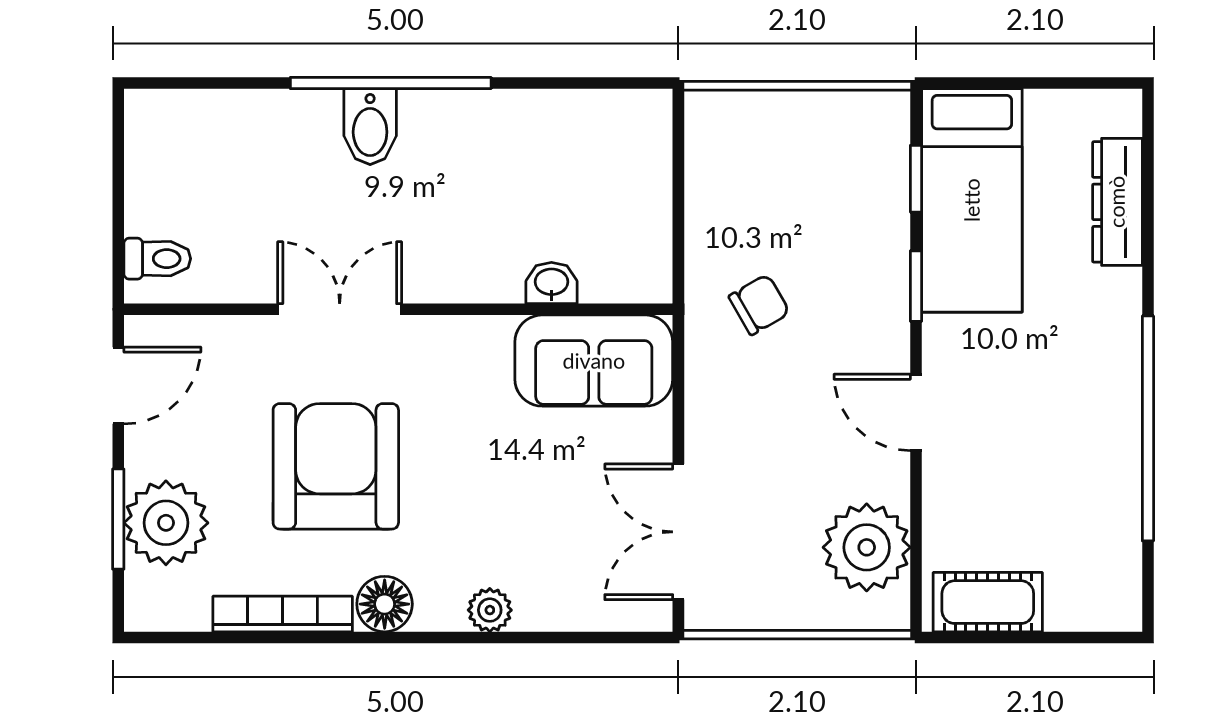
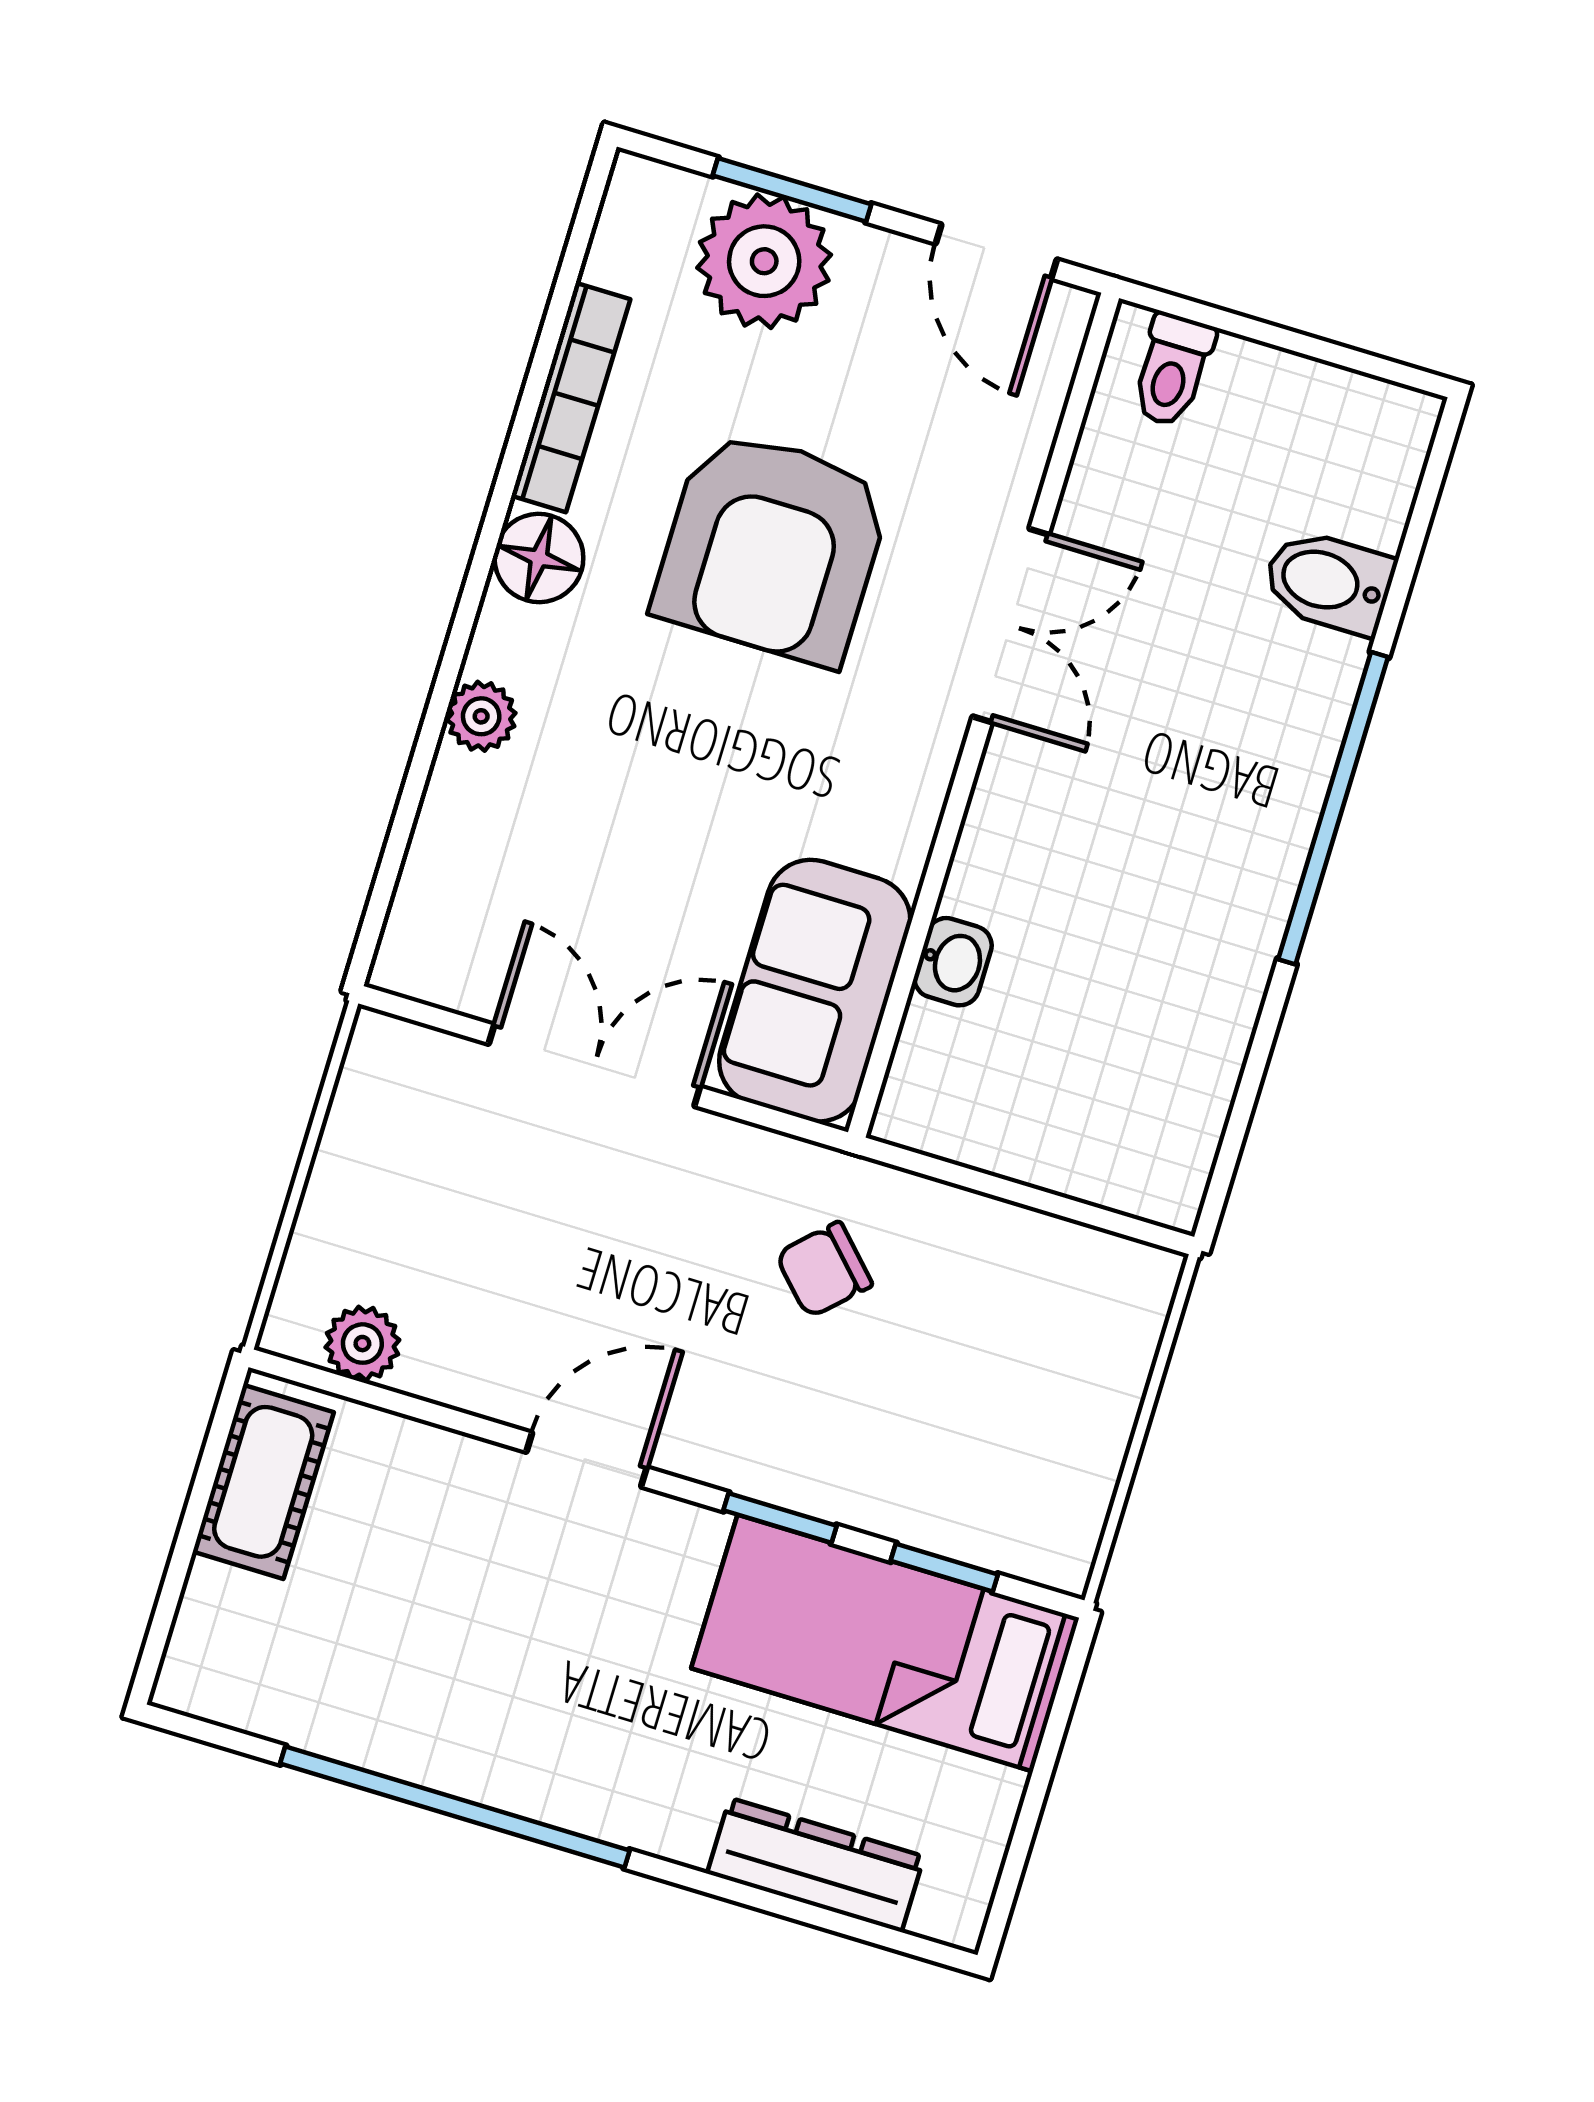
bidet: (370, 127) -> (1329, 582), moved
chair: (759, 305) -> (824, 1270), turned 76
armchair: (336, 466) -> (772, 547), turned 90
double door: (678, 532) -> (594, 1065), moved
plant: (867, 547) -> (362, 1344), width x0.53, depth x0.53

